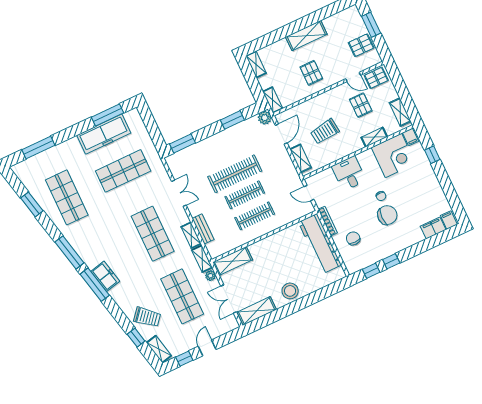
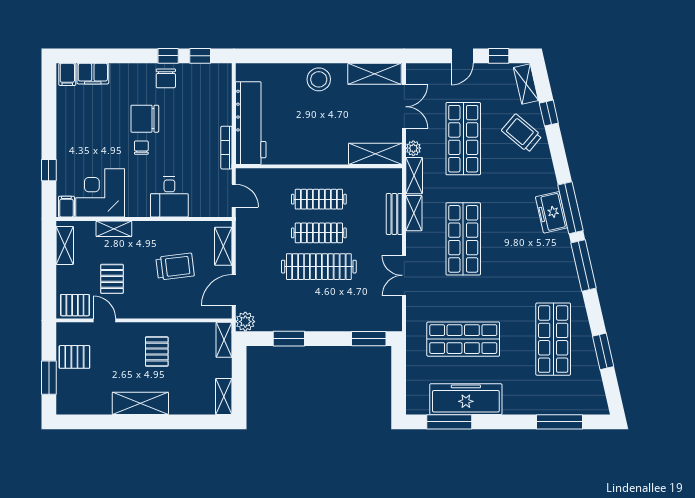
chair: (353, 238) -> (166, 78), moved

